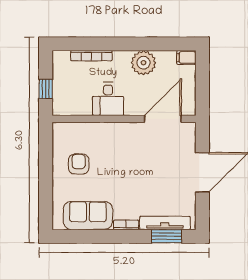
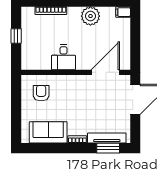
desk: (108, 99) -> (64, 57), moved
wall: (124, 119) -> (76, 72), moved
door: (163, 119) -> (105, 72), moved

